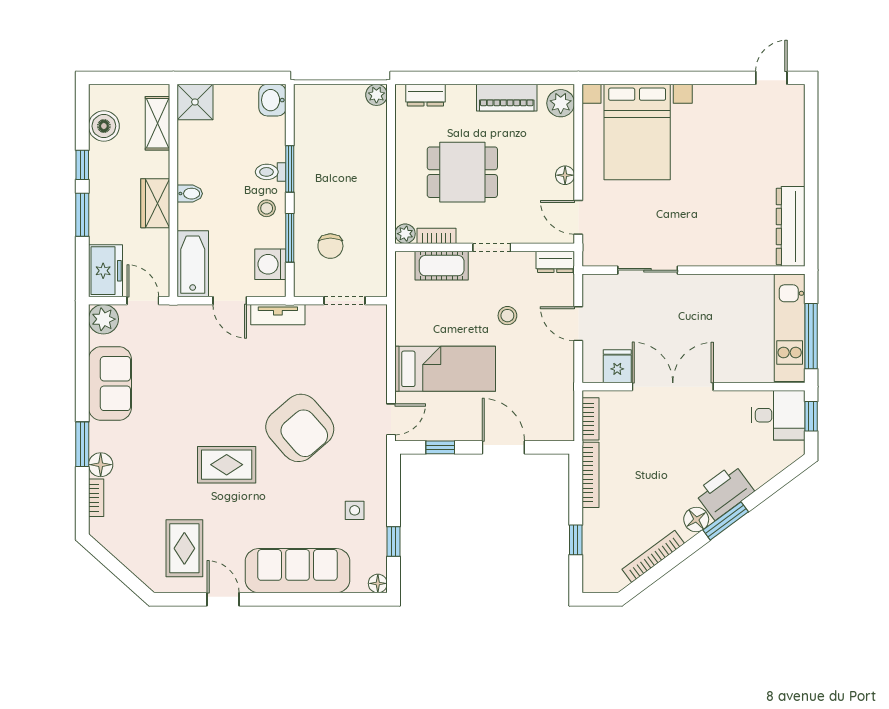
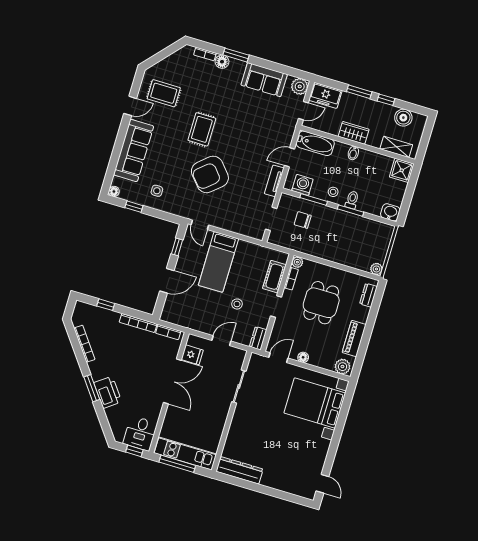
floor lamp: (696, 520) -> (97, 373), removed

